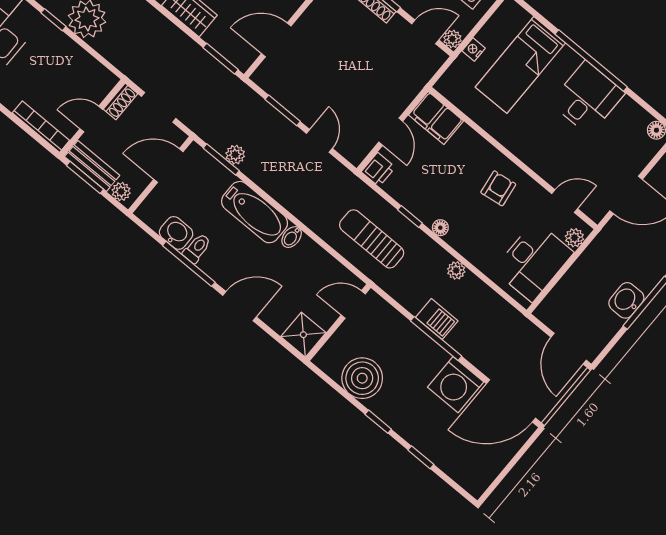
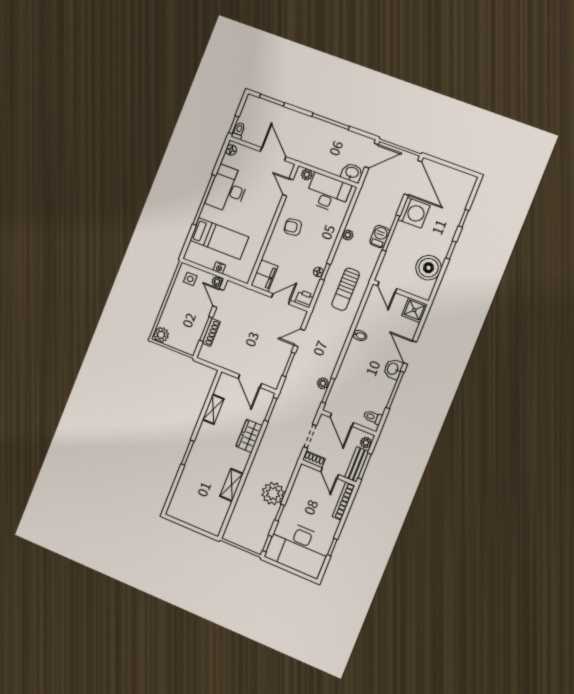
desk: (587, 98) -> (228, 189), width x1.37
bathtub: (255, 212) -> (352, 362), removed
floor lamp: (440, 228) -> (318, 272), moved
washbasin: (176, 233) -> (393, 369), moved
toilet: (197, 248) -> (373, 417), moved
washbasin: (626, 300) -> (352, 173), moved, turned 180

